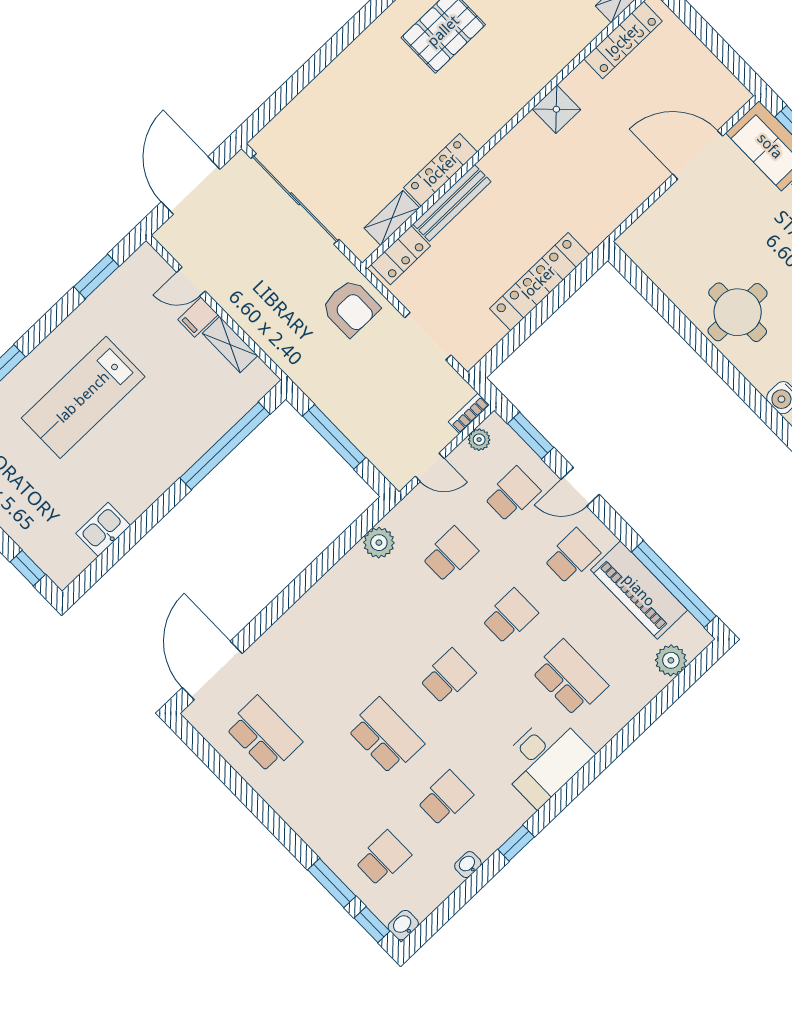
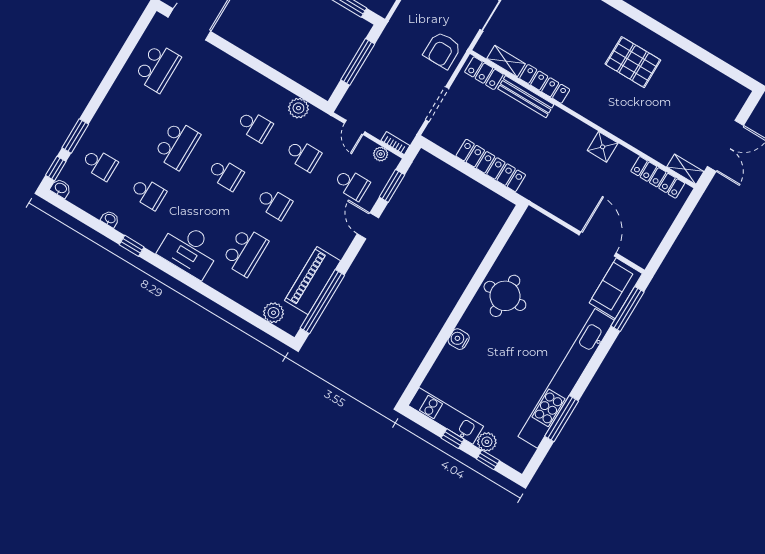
school desk: (572, 556) -> (255, 126), moved

